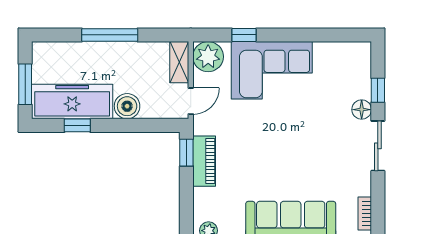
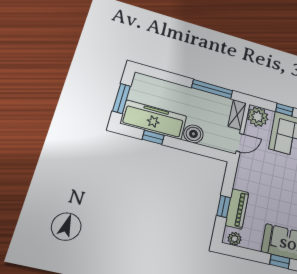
window: (110, 35) -> (212, 89), moved
window: (186, 153) -> (224, 206), moved
piano: (204, 161) -> (237, 209), moved

